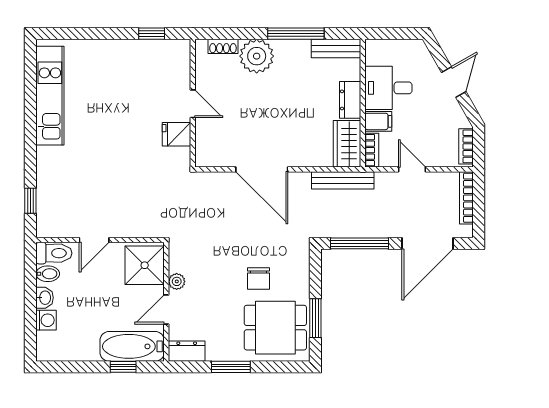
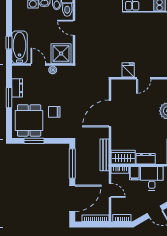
door: (412, 169) -> (110, 190), hinge flipped
door: (428, 243) -> (72, 198), swing flipped
dresser: (187, 351) -> (17, 88), moved

